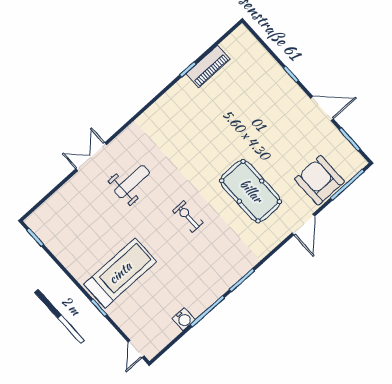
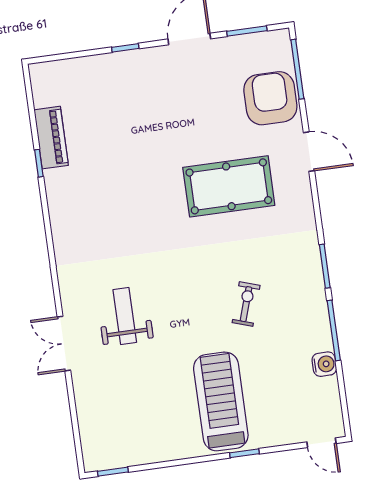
armchair: (319, 180) -> (270, 98), turned 90
exercise bike: (188, 217) -> (246, 304), moved, turned 108

